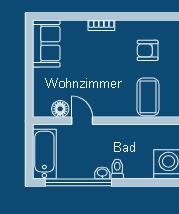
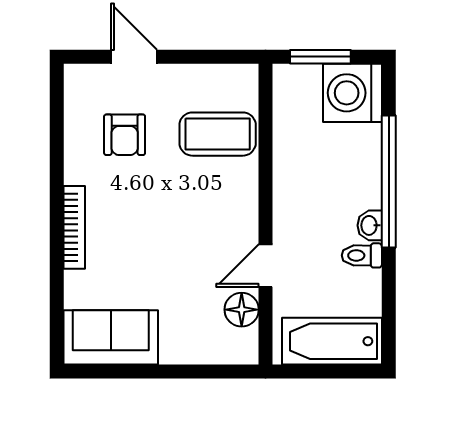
bookcase: (101, 25) -> (74, 227), width x1.56
toilet: (117, 169) -> (362, 255), moved
window: (78, 182) -> (389, 182), moved

